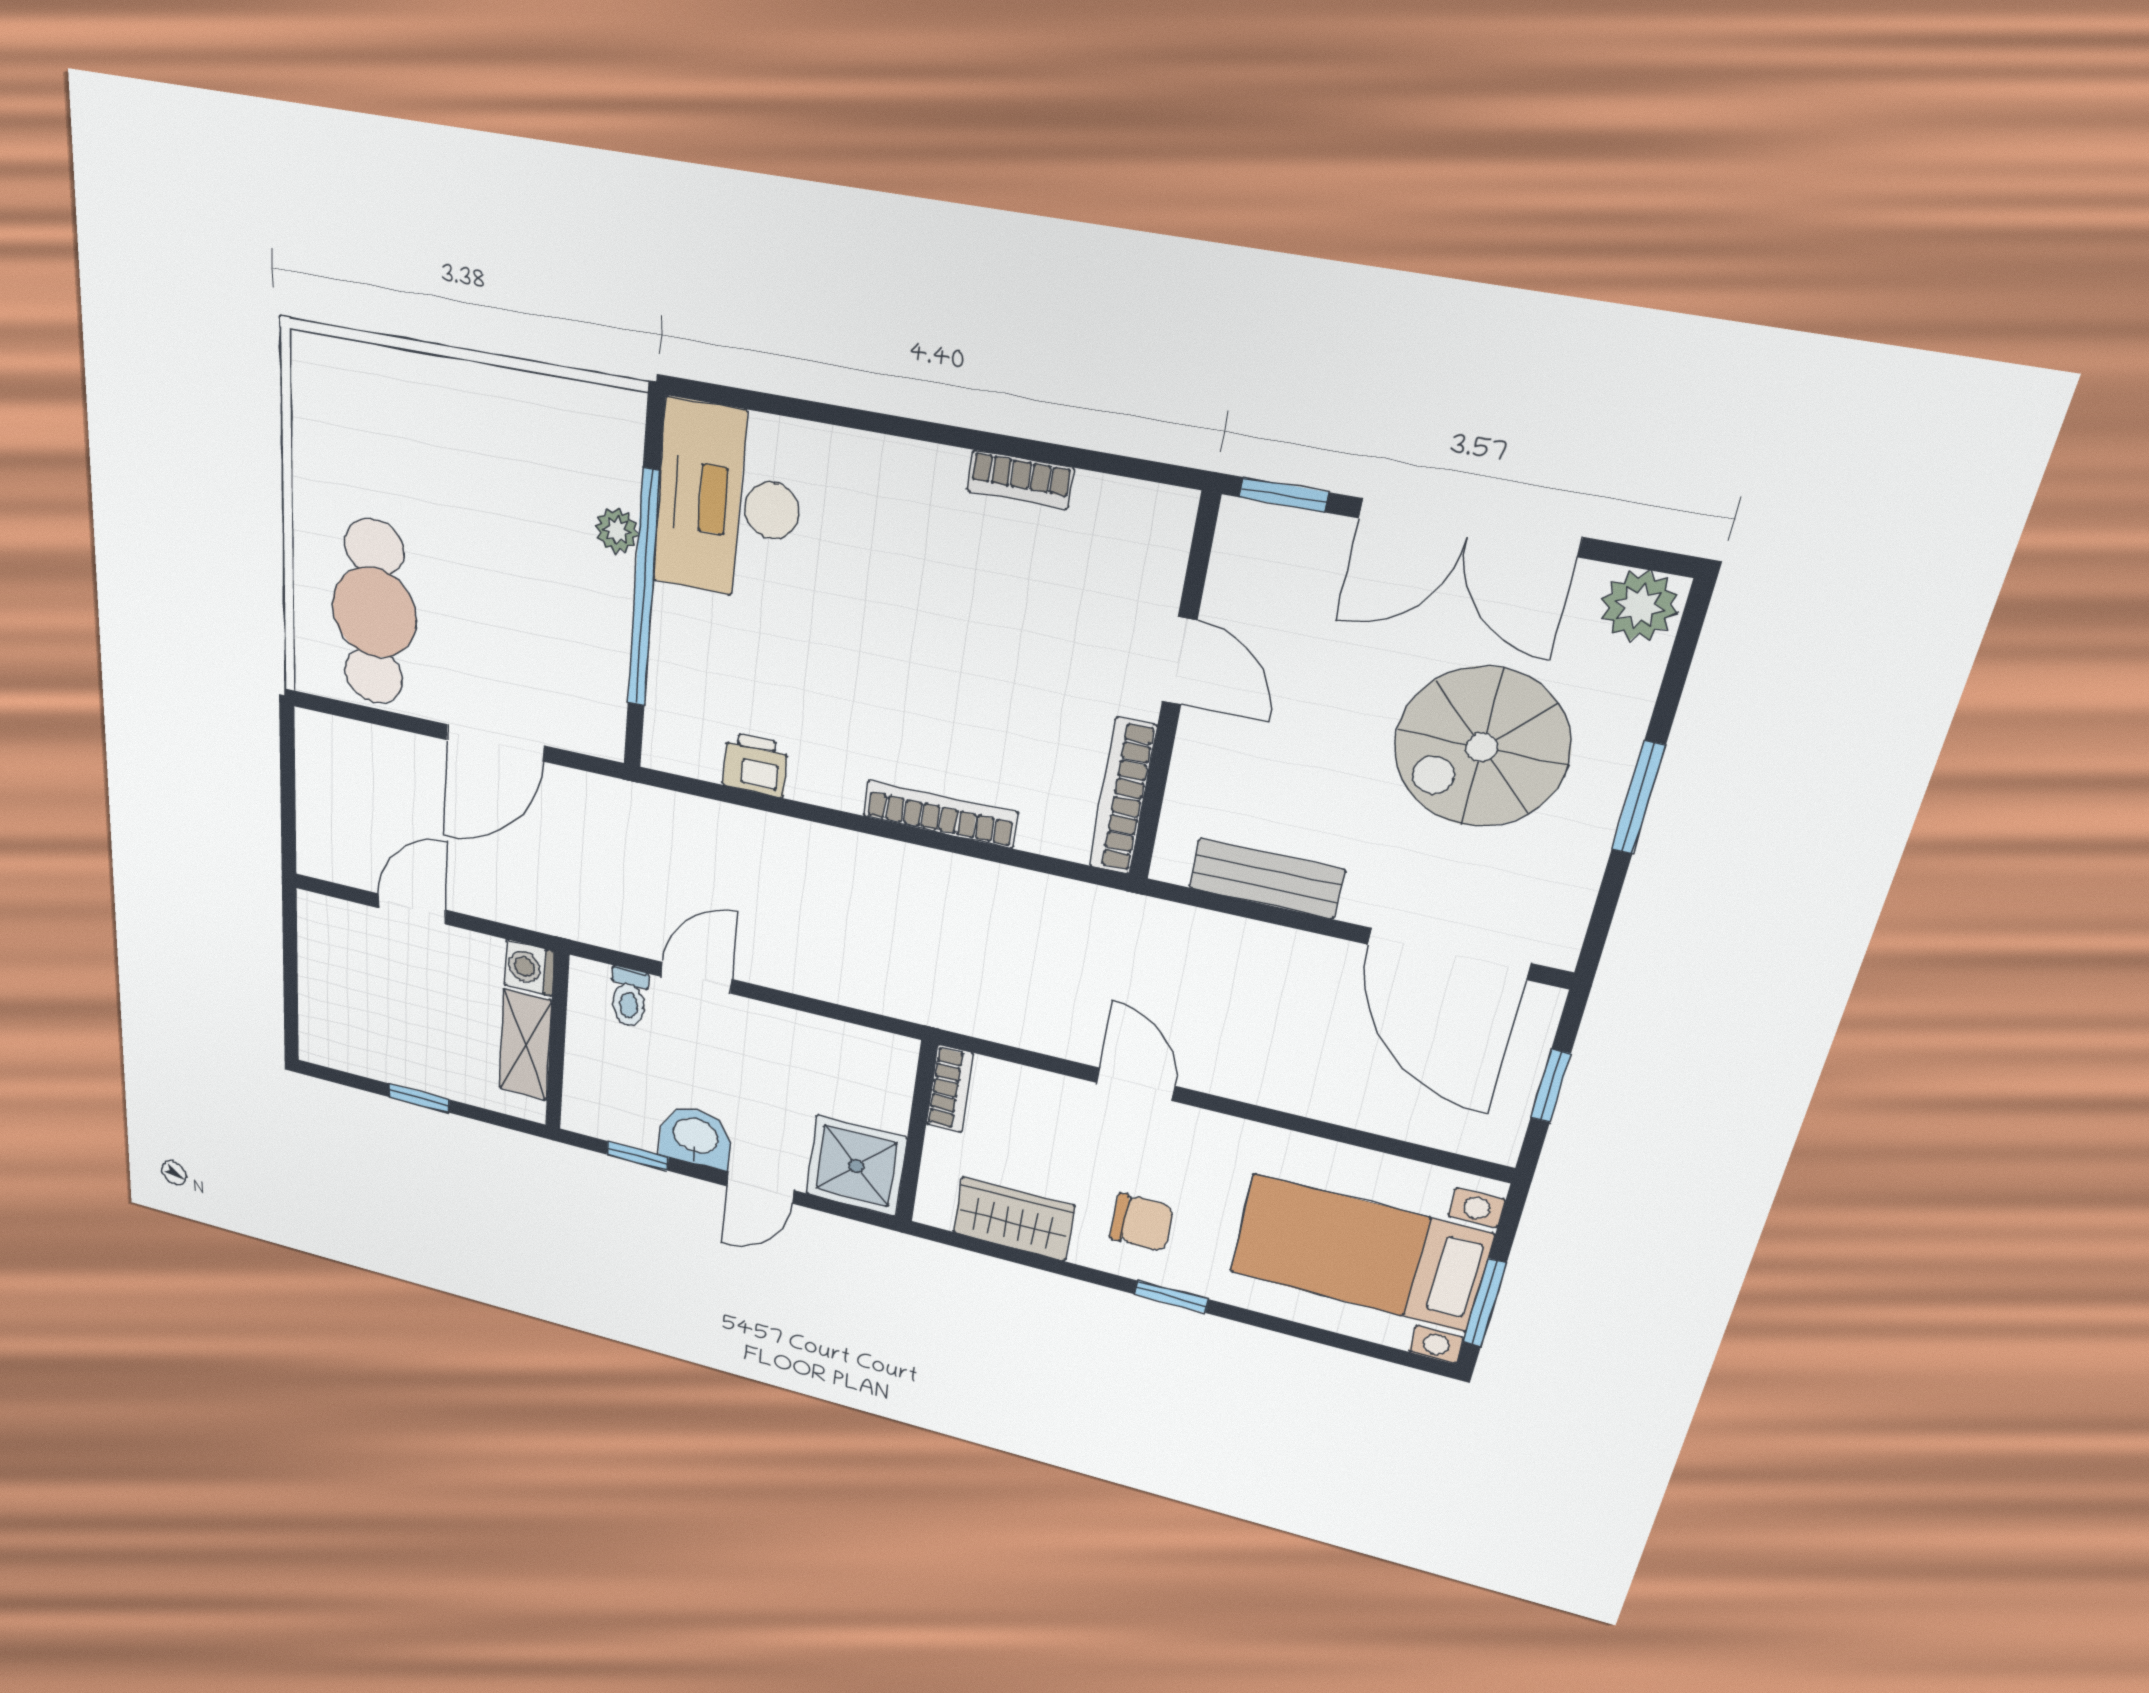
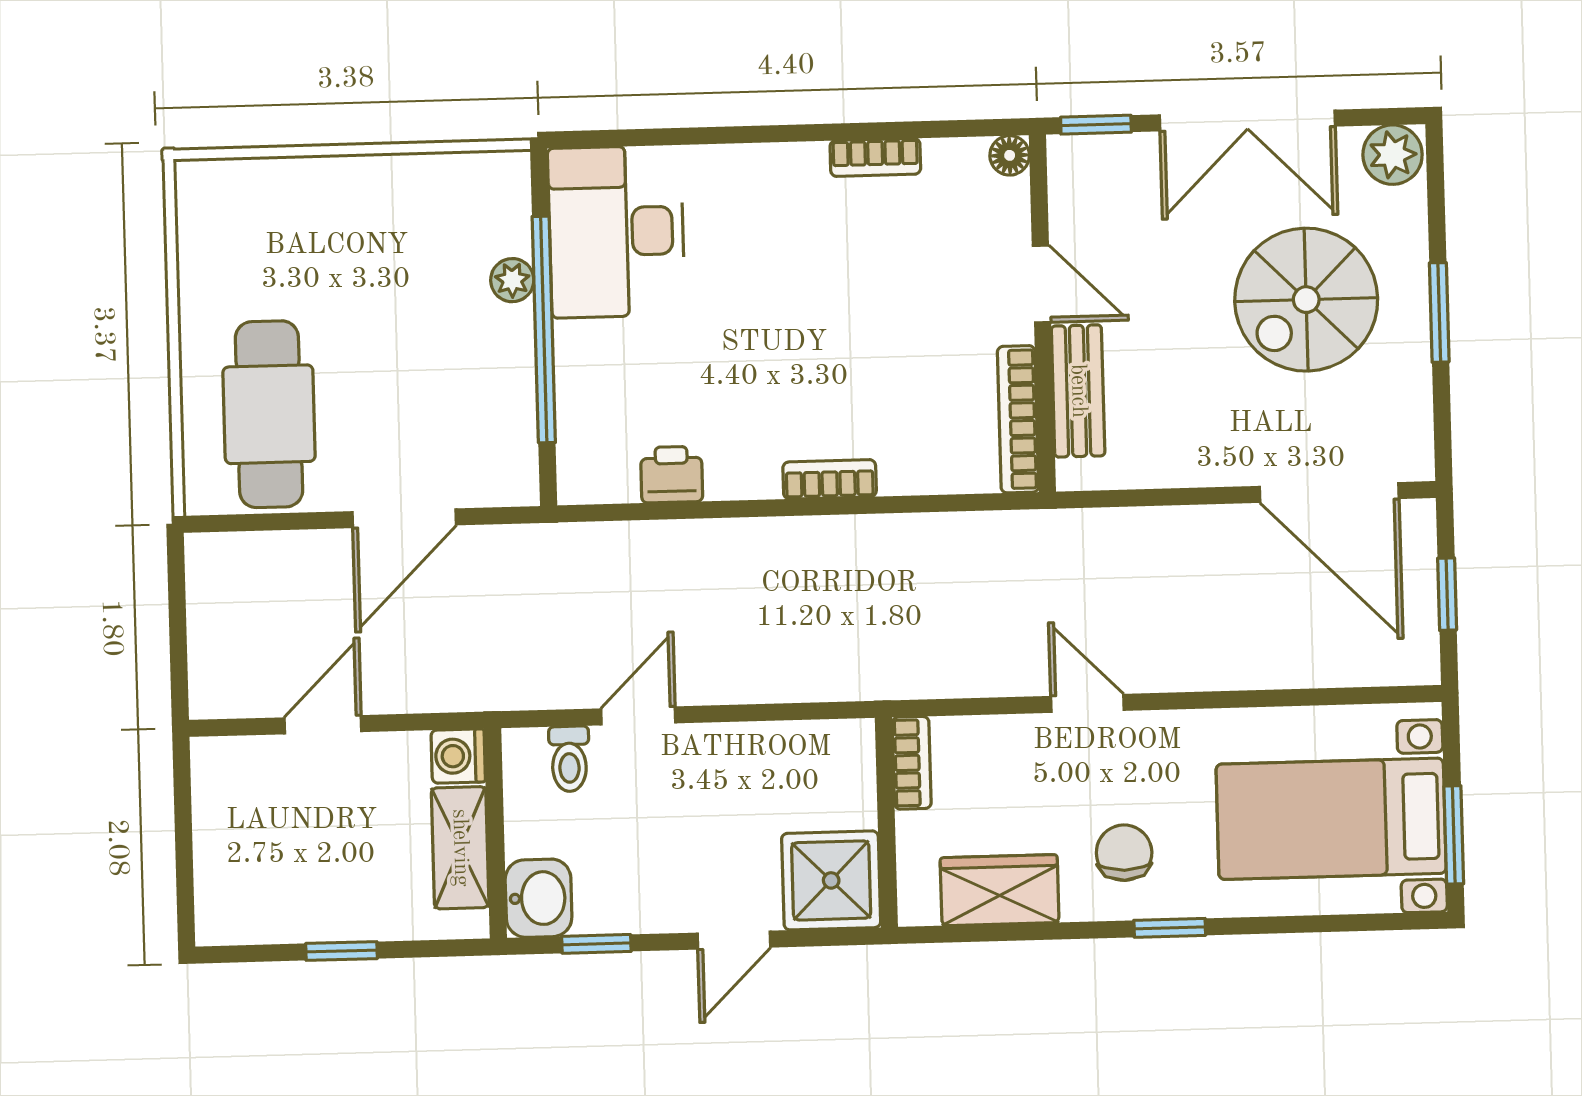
floor lamp: (1174, 509) -> (1010, 155), added
bookcase: (940, 814) -> (830, 479), width x0.64
bench: (1266, 878) -> (1078, 391), moved, turned 90
washbasin: (695, 1137) -> (539, 898), moved, turned 90
chair: (1142, 1223) -> (1124, 853), turned -90

